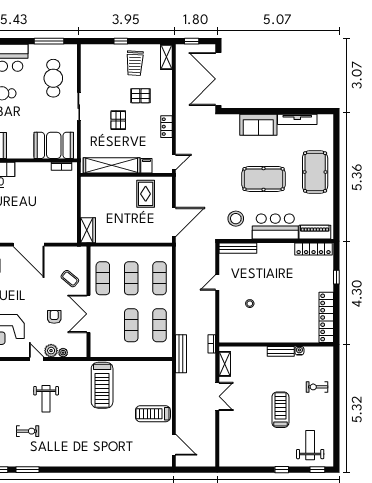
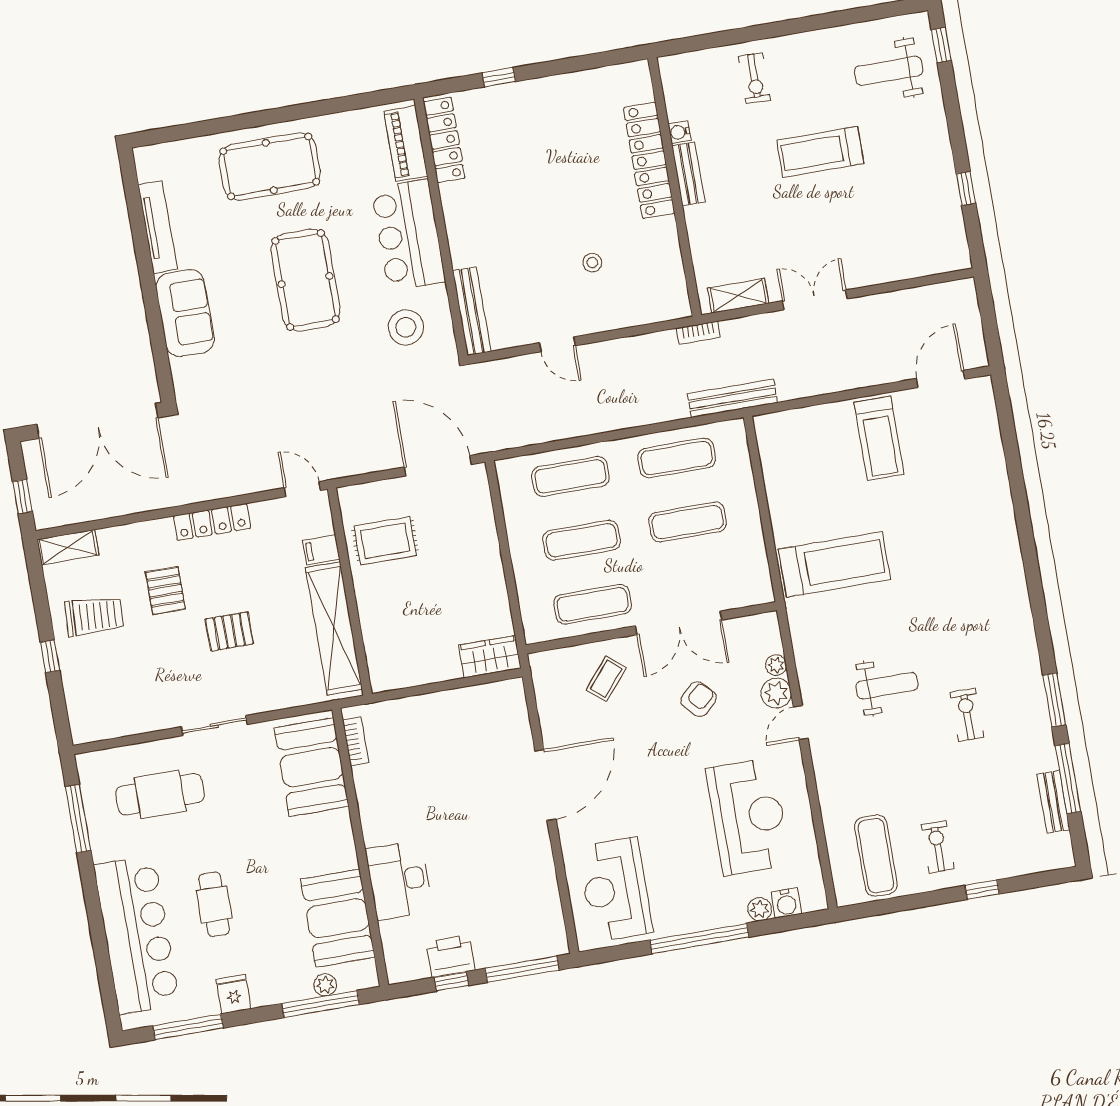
locker: (167, 127) -> (212, 522), width x1.53
armchair: (54, 317) -> (699, 699), turned 137
locker: (326, 317) -> (649, 160), moved, turned 90
window: (282, 470) -> (966, 188), moved

